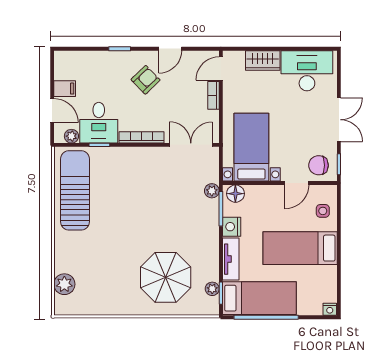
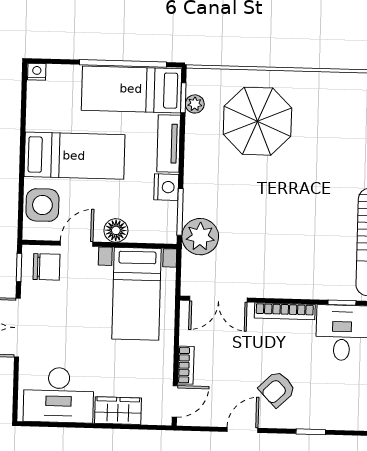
plant: (212, 191) -> (200, 237), width x1.88, depth x1.88
floor lamp: (235, 194) -> (116, 230), moved
side table: (323, 211) -> (42, 205), width x1.87, depth x1.87

